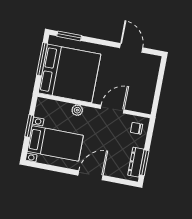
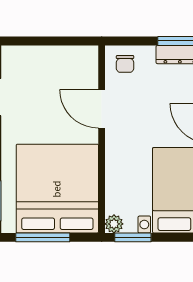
plant: (77, 110) -> (114, 224), moved
window: (29, 126) -> (133, 237), moved

